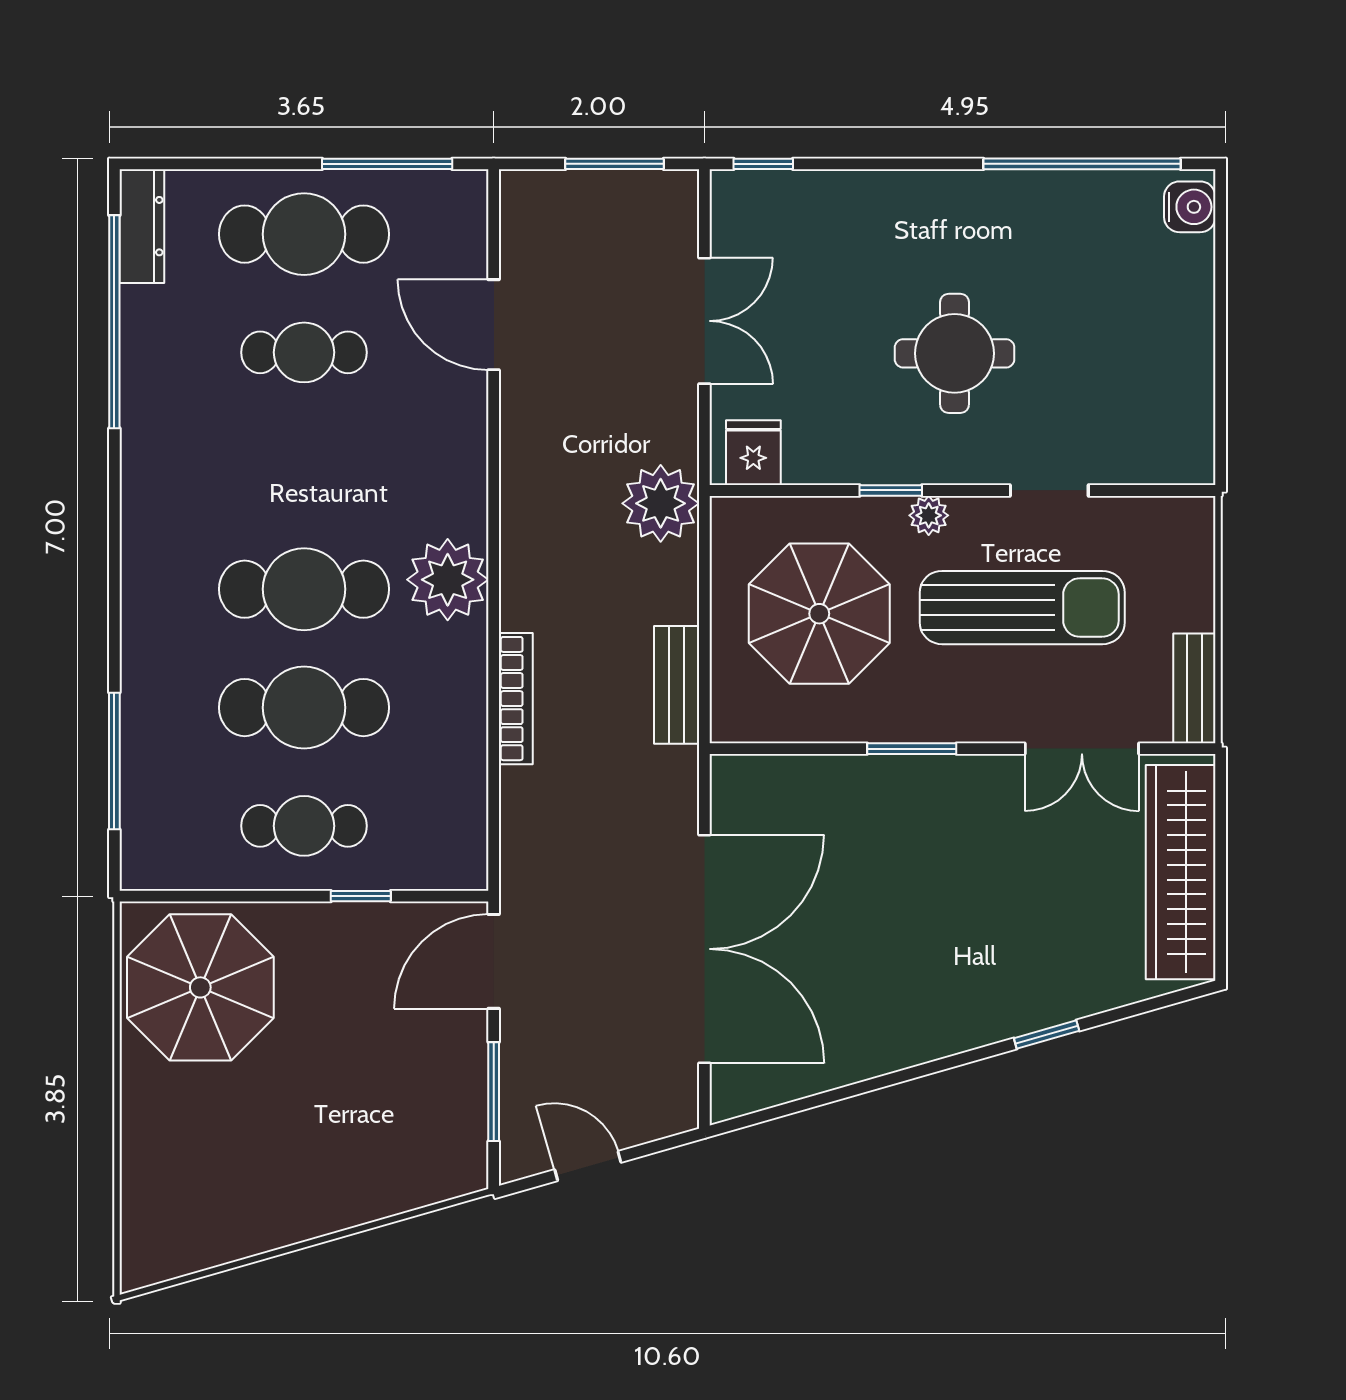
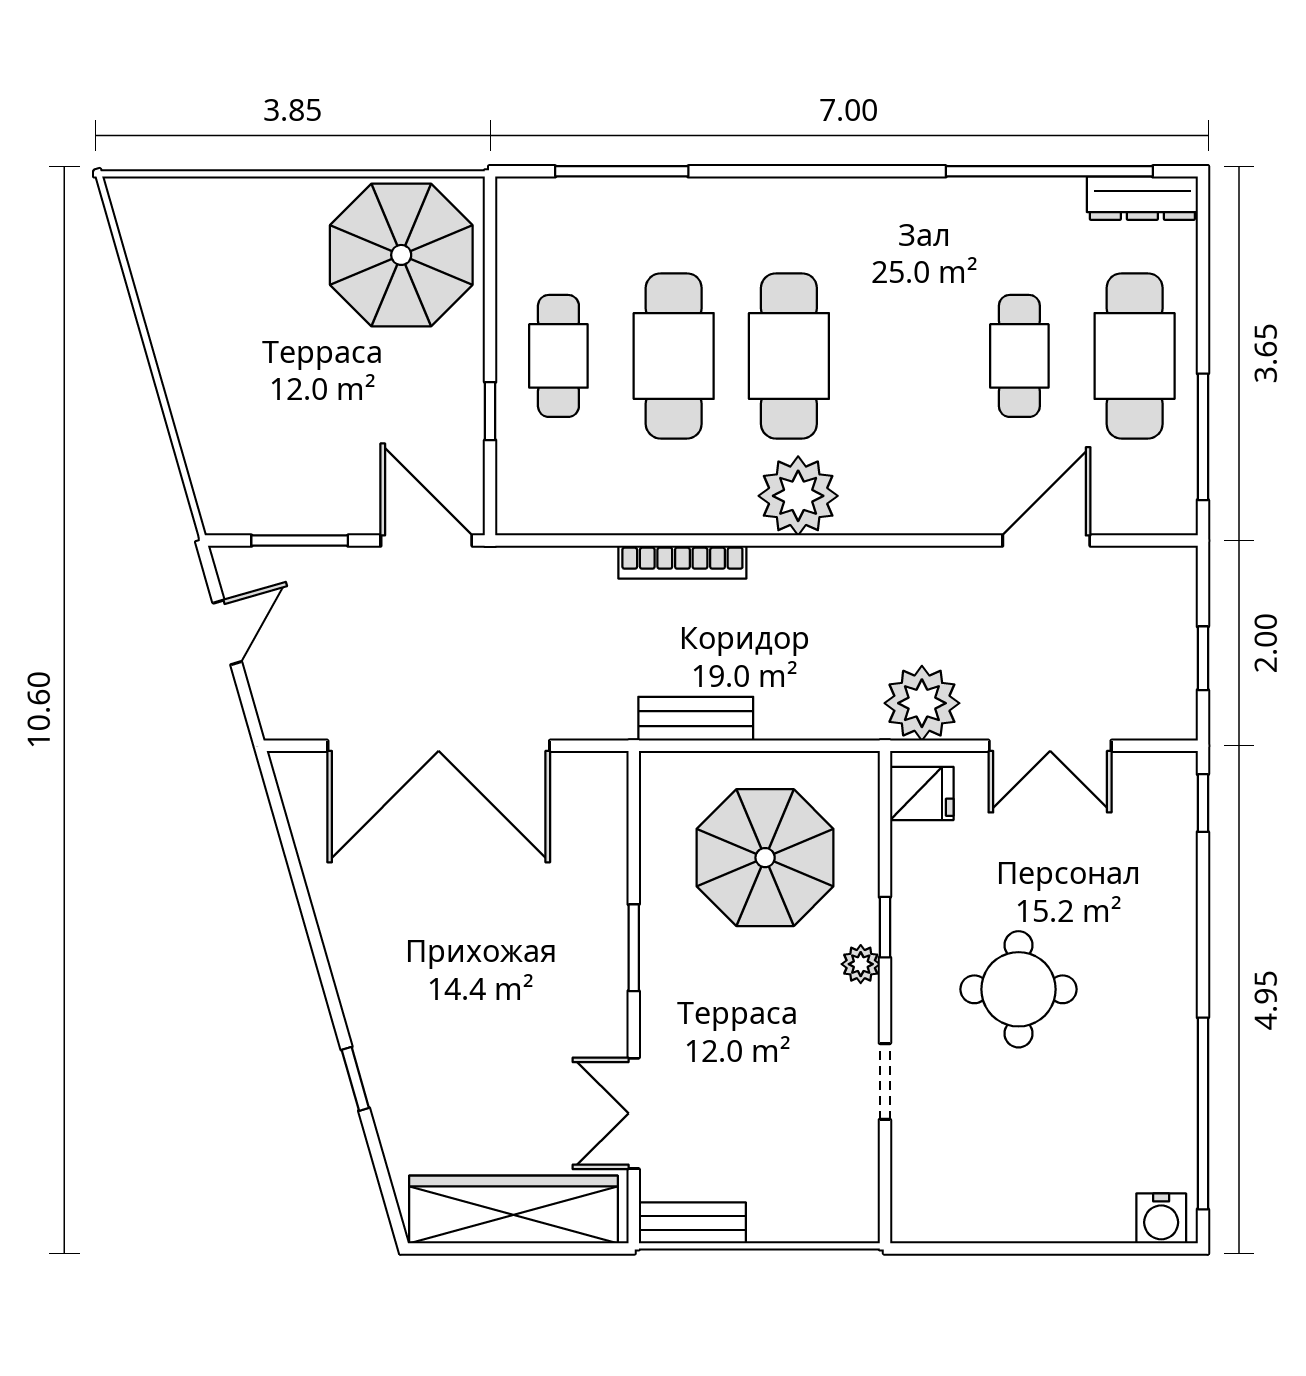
window: (615, 164) -> (1203, 658), width x0.67
plant: (661, 503) -> (922, 703), moved
sun lounger: (1022, 608) -> (771, 1055), removed

